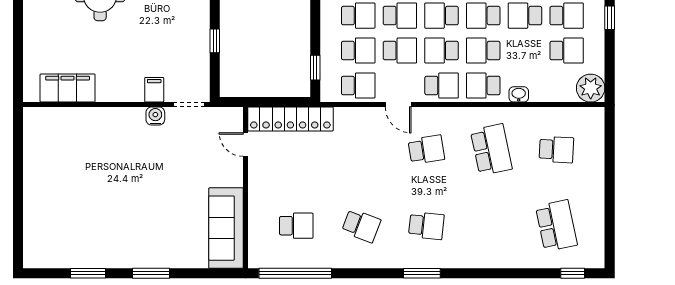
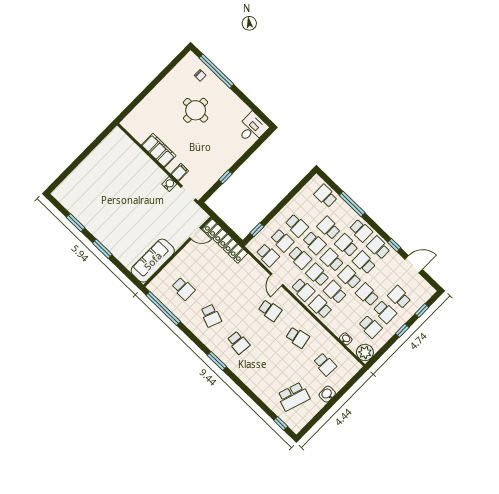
filing cabinet: (68, 88) -> (159, 150), moved
washbasin: (519, 94) -> (346, 339), moved
door: (245, 145) -> (196, 233), swing flipped
school desk: (491, 150) -> (297, 337), width x0.54
washbasin: (594, 183) -> (327, 394), added
school desk: (556, 226) -> (293, 396), turned 30

